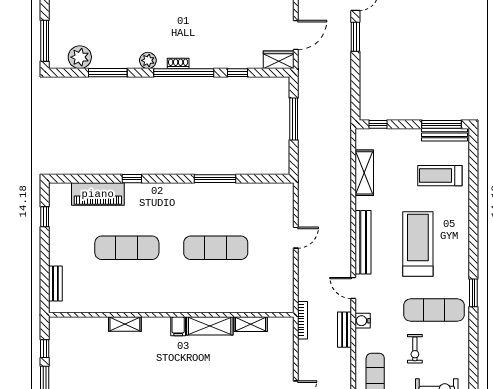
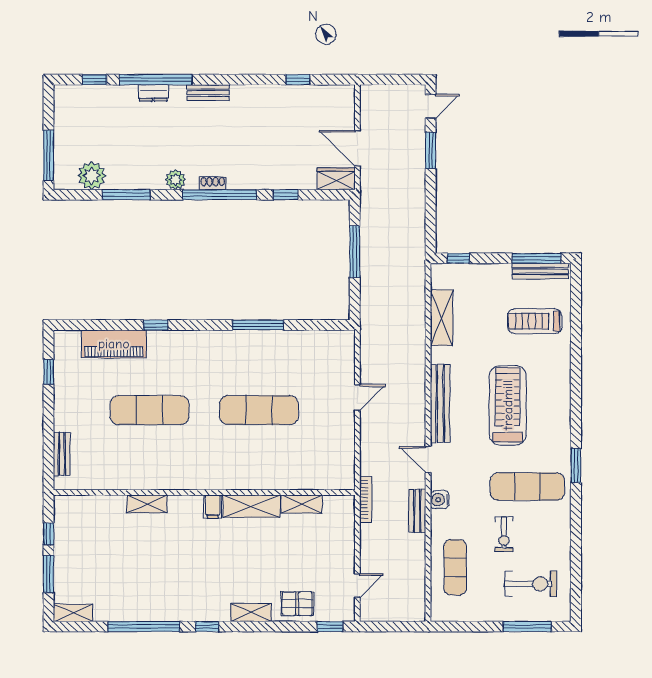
door: (296, 35) -> (357, 148), swing flipped

